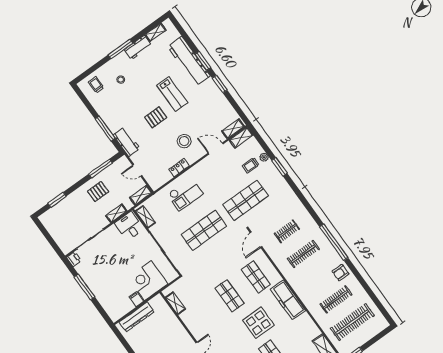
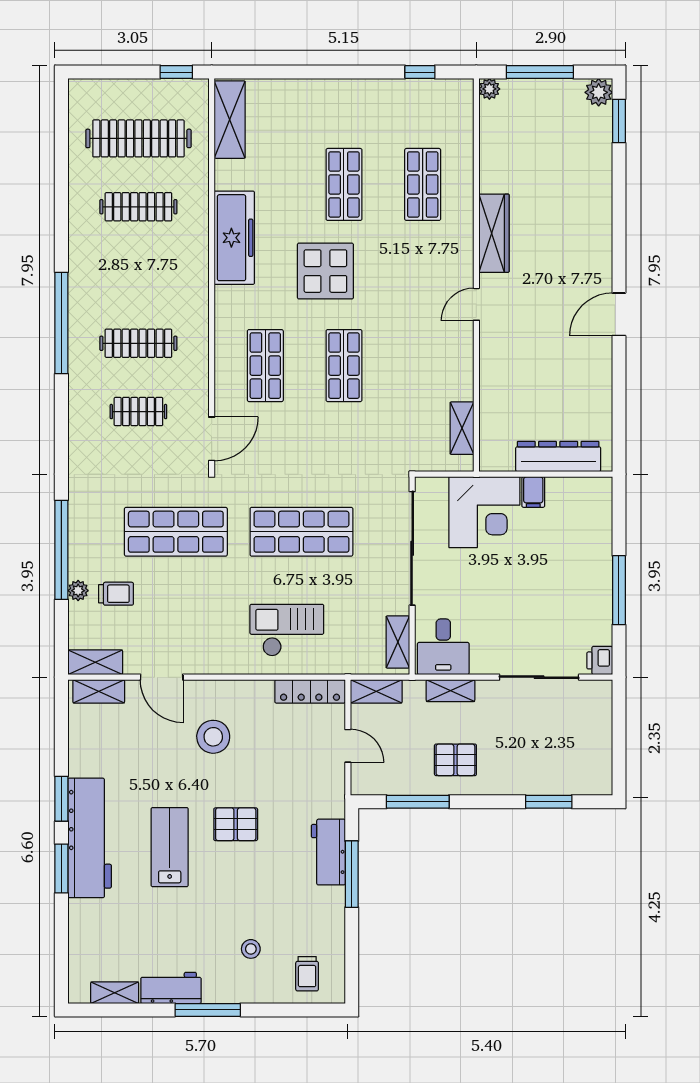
workbench: (189, 61) -> (90, 838), moved
workbench: (126, 142) -> (328, 852), moved
window: (279, 167) -> (61, 550), width x2.11
locker: (179, 168) -> (310, 691), moved, width x1.53
armchair: (340, 273) -> (91, 253), removed
freezer: (288, 300) -> (234, 238), moved

